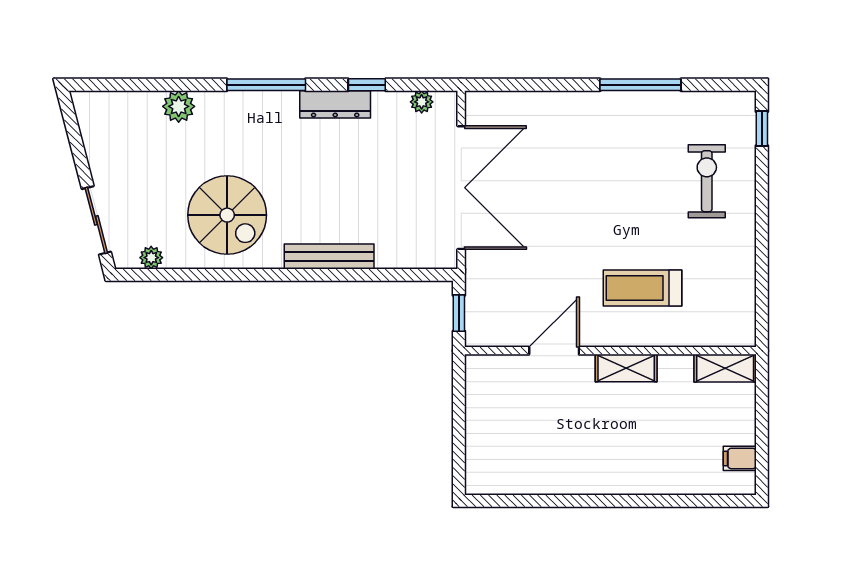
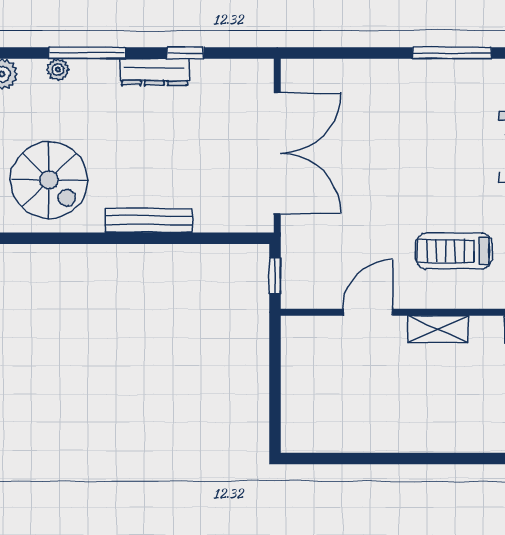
plant: (422, 102) -> (58, 70), moved

